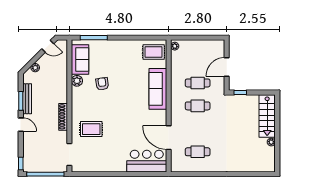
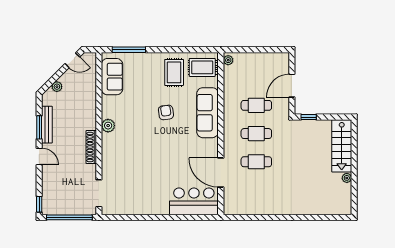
plant: (77, 81) -> (108, 126), moved
armchair: (102, 84) -> (166, 112), moved
rug: (91, 129) -> (174, 72), moved, turned 90
cafe table: (198, 152) -> (256, 162), moved

